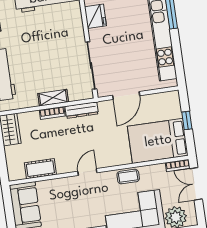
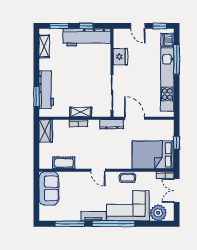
door: (126, 96) -> (135, 118), swing flipped
dresser: (82, 110) -> (112, 124), moved
door: (87, 172) -> (98, 170), swing flipped

